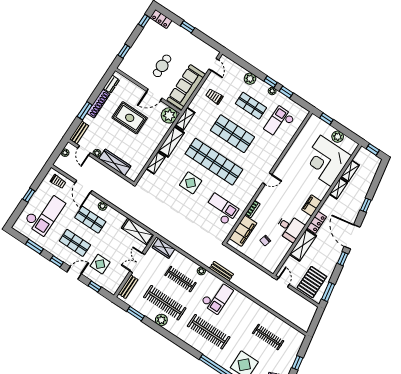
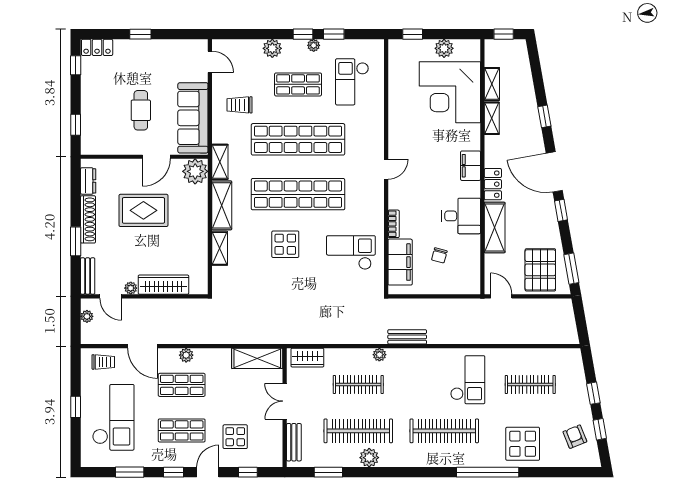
shop shelf: (232, 134) -> (298, 139), width x1.40
checkout: (217, 297) -> (468, 380), moved

